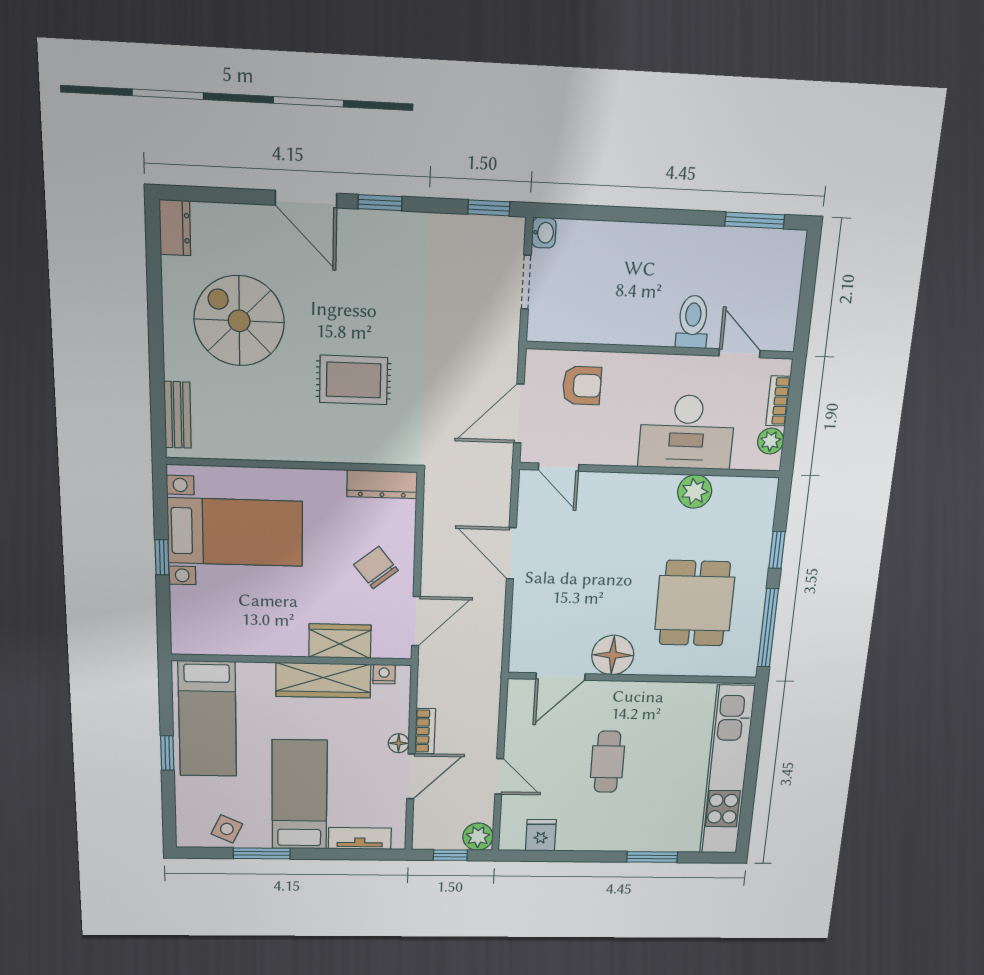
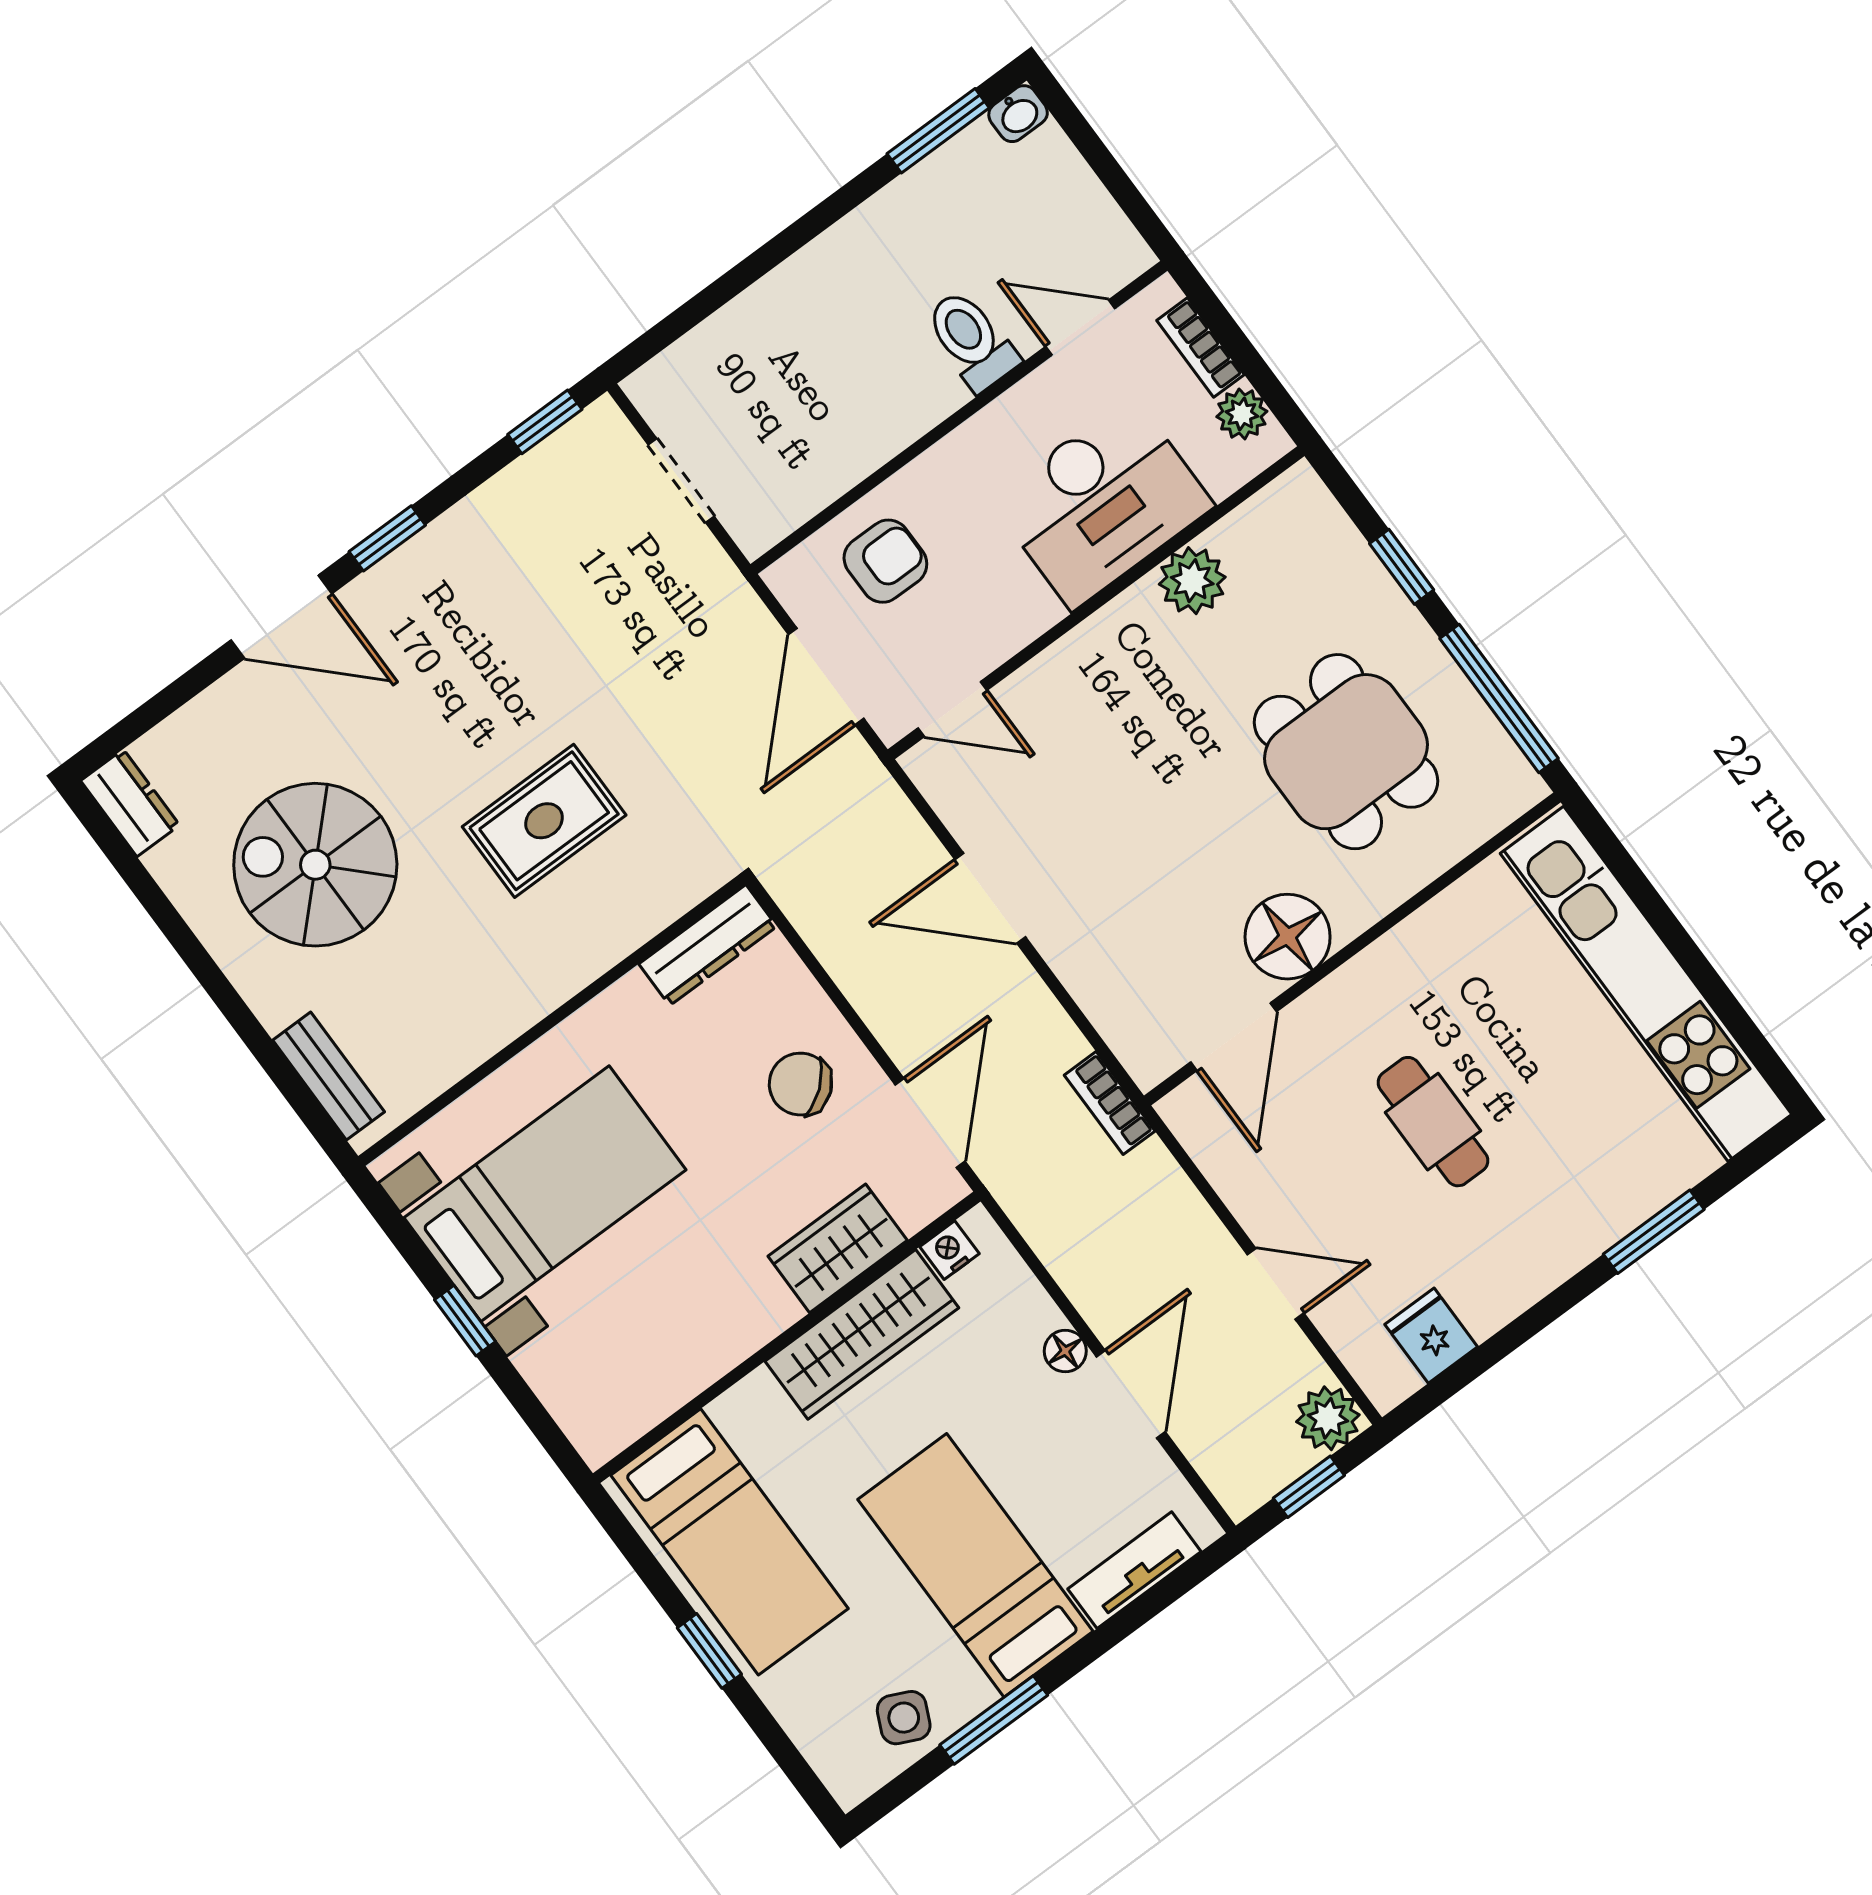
washbasin: (544, 233) -> (1018, 114), moved, turned 90
bookcase: (425, 731) -> (1110, 1103), moved, turned 180

